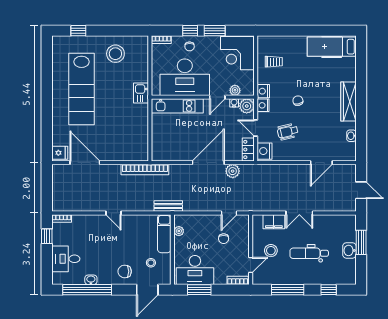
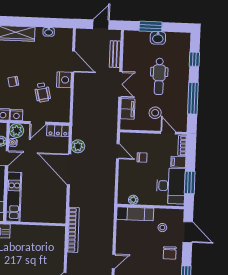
door: (217, 97) -> (7, 158), hinge flipped
nightstand: (265, 151) -> (64, 80), moved, turned -90
bench: (168, 206) -> (115, 54), moved
filing cabinet: (220, 277) -> (178, 162), added

